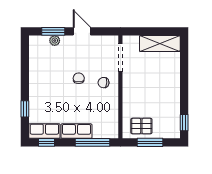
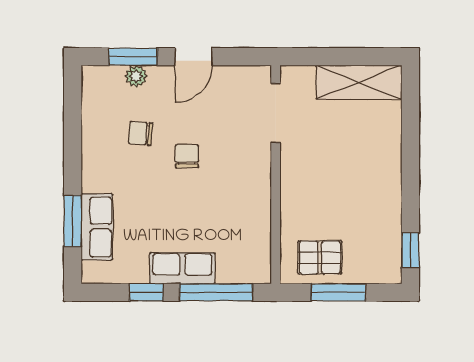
door: (82, 31) -> (194, 57), swing flipped
chair: (103, 83) -> (141, 133), moved
window: (25, 109) -> (73, 221), width x1.50
row of seats: (44, 131) -> (97, 227), moved, turned 90
window: (47, 142) -> (146, 292), moved

